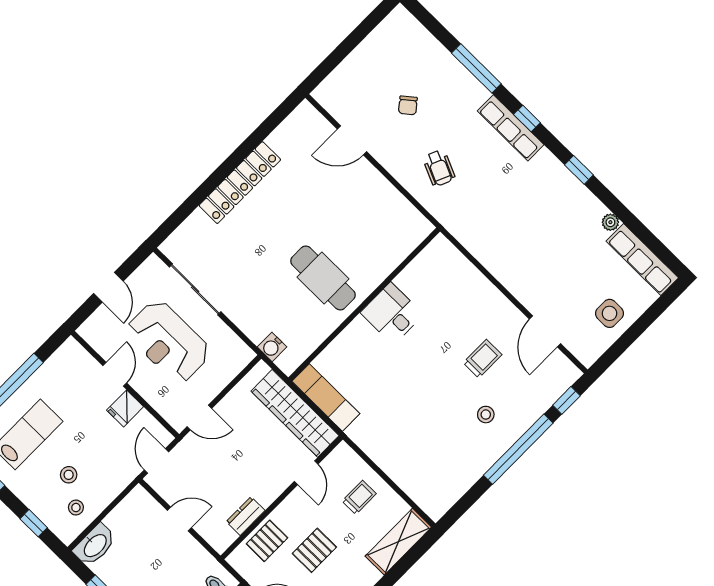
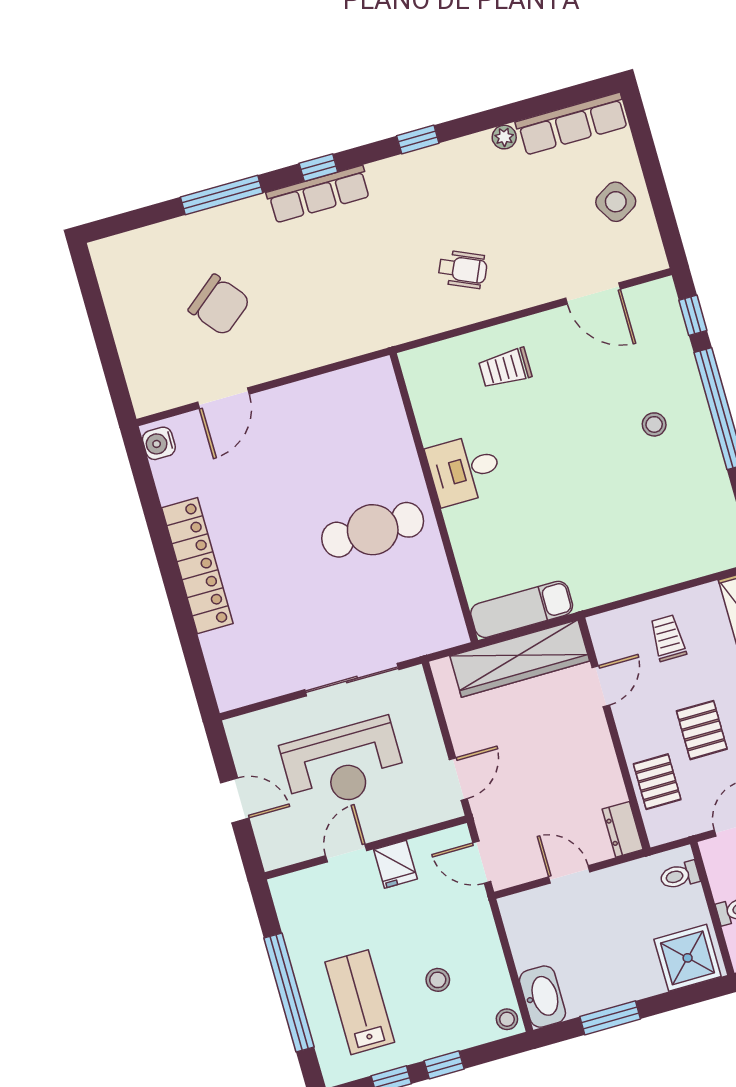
chair: (408, 105) -> (219, 305), width x1.87, depth x1.87
wheelchair: (439, 168) -> (463, 269), moved
sliding door: (195, 289) -> (352, 680), moved
side table: (609, 313) -> (616, 202), turned -31
water cooler: (272, 347) -> (159, 443), moved, turned 90
trolley: (483, 359) -> (505, 368), moved, turned -90
door: (115, 374) -> (346, 853), hinge flipped
door: (306, 473) -> (601, 686), hinge flipped
stool: (76, 508) -> (507, 1019), moved
dresser: (246, 516) -> (623, 829), moved
door: (179, 519) -> (569, 874), hinge flipped
window: (34, 523) -> (444, 1065), moved

